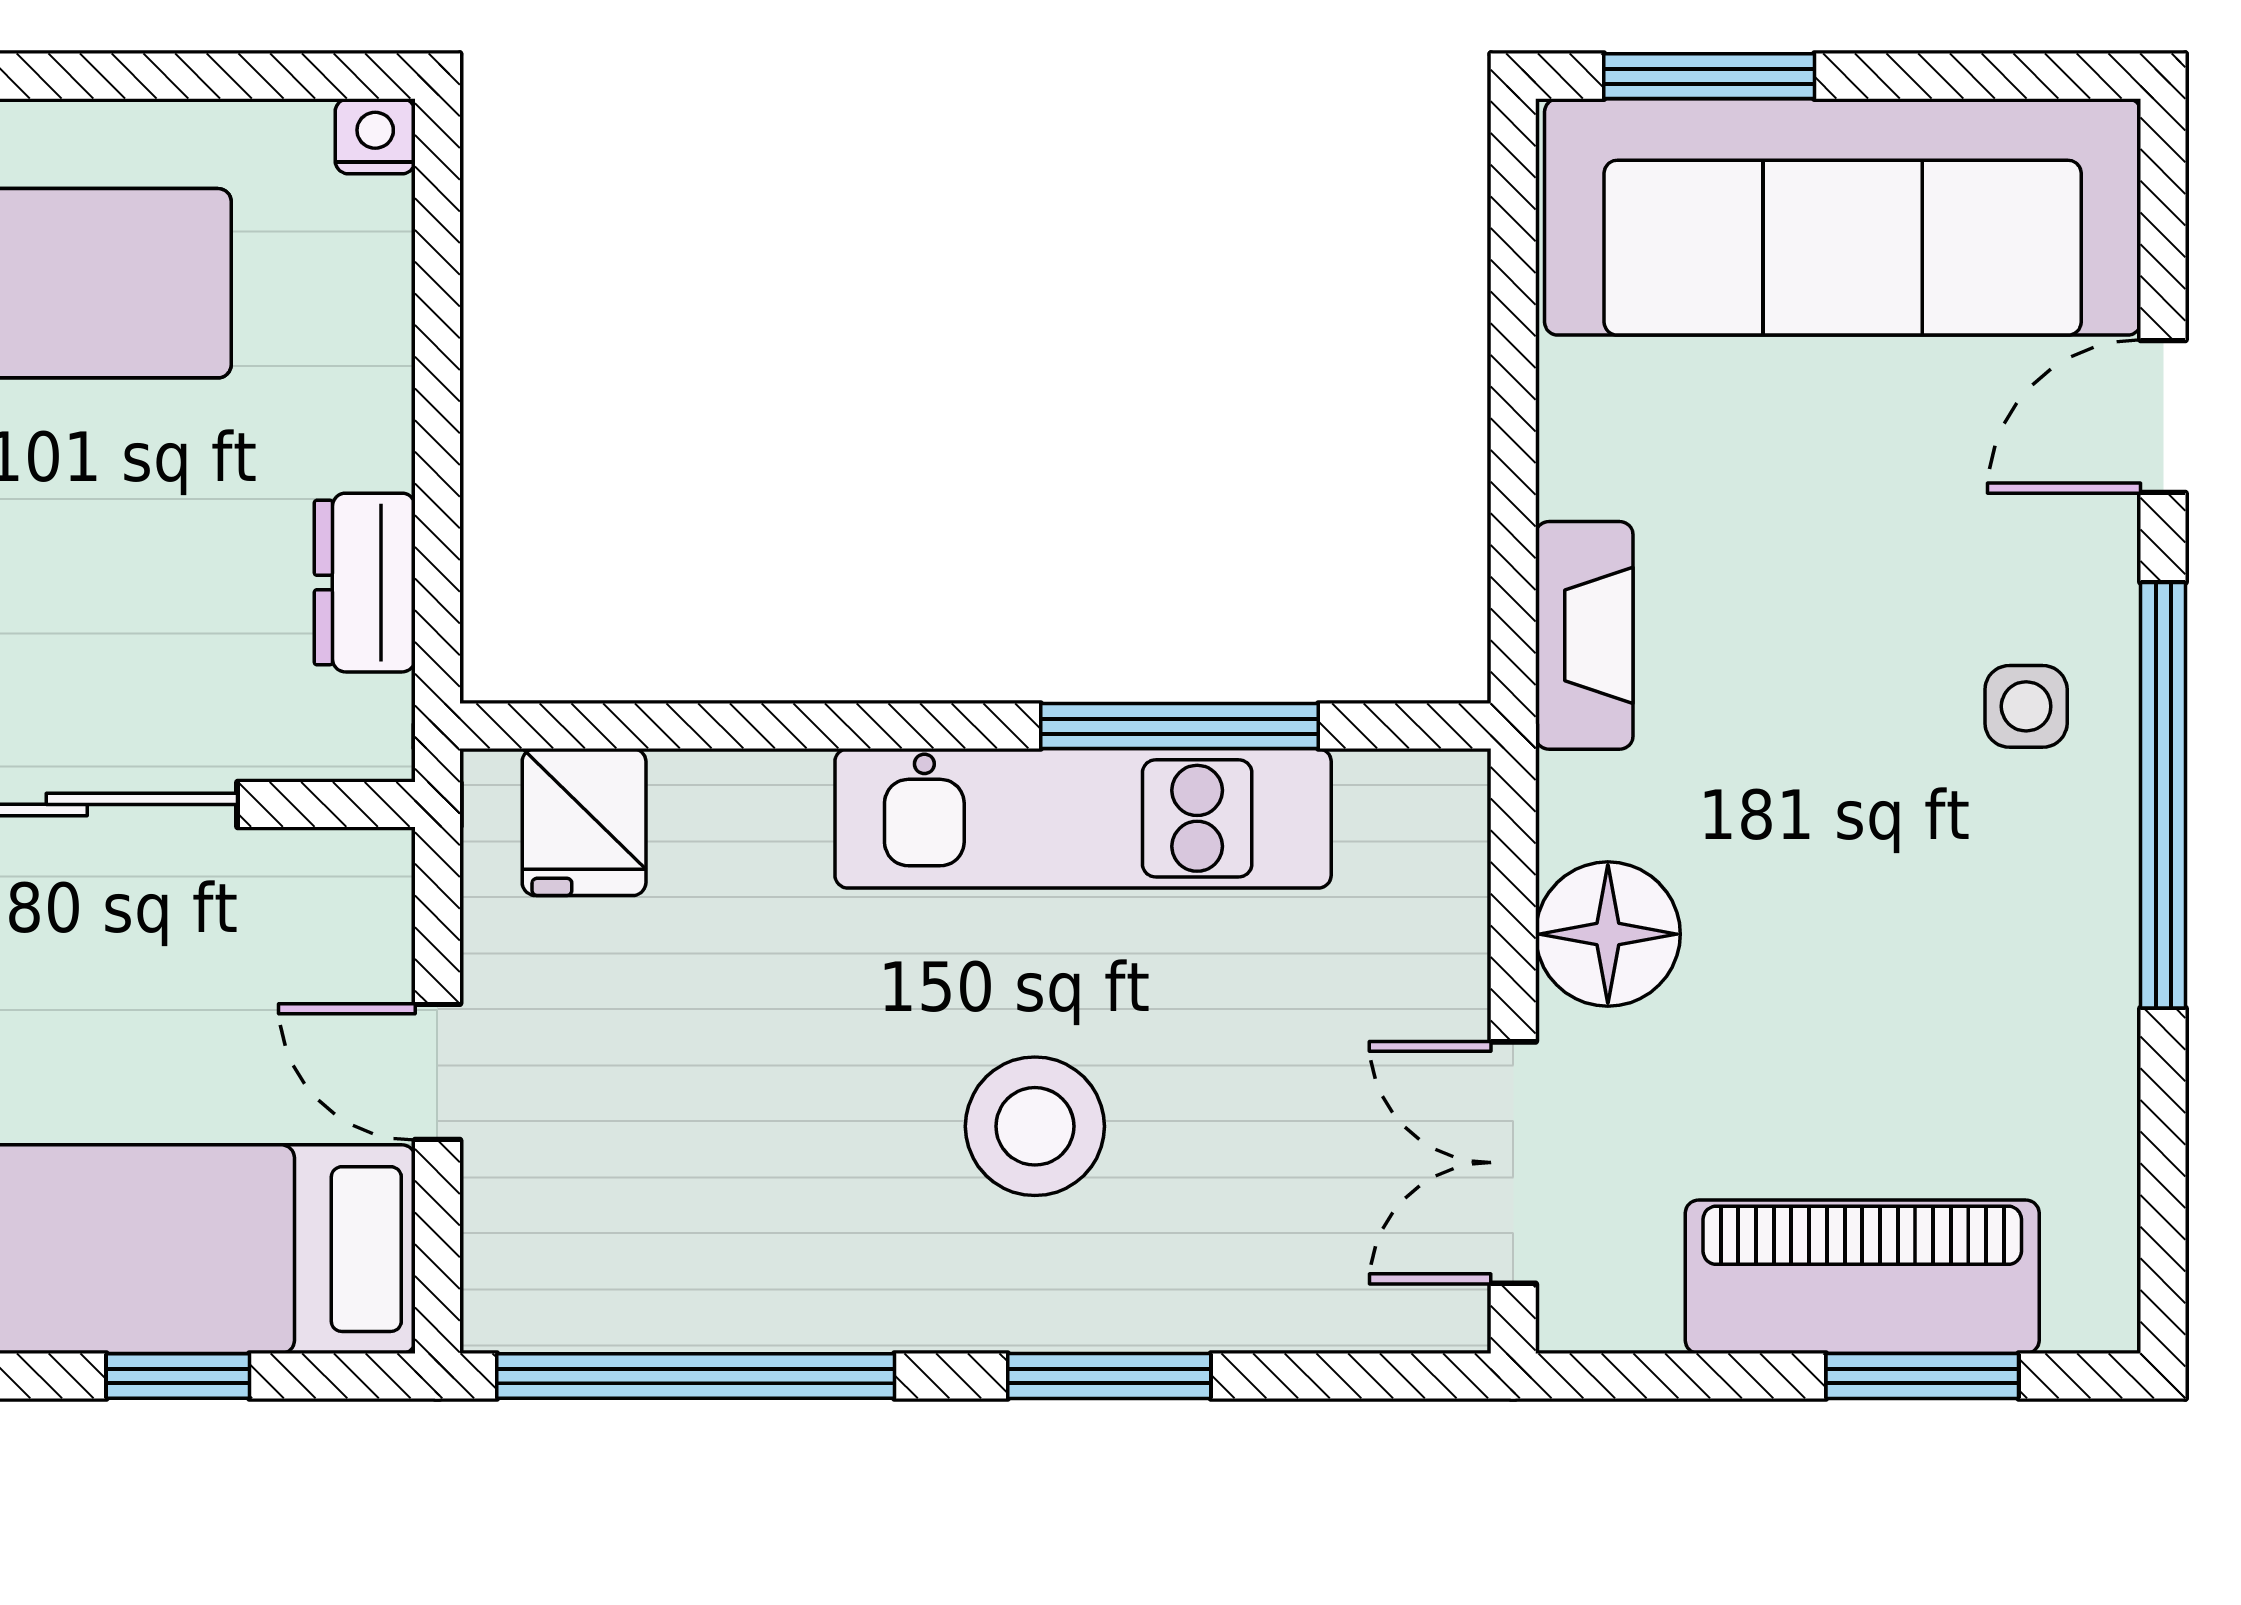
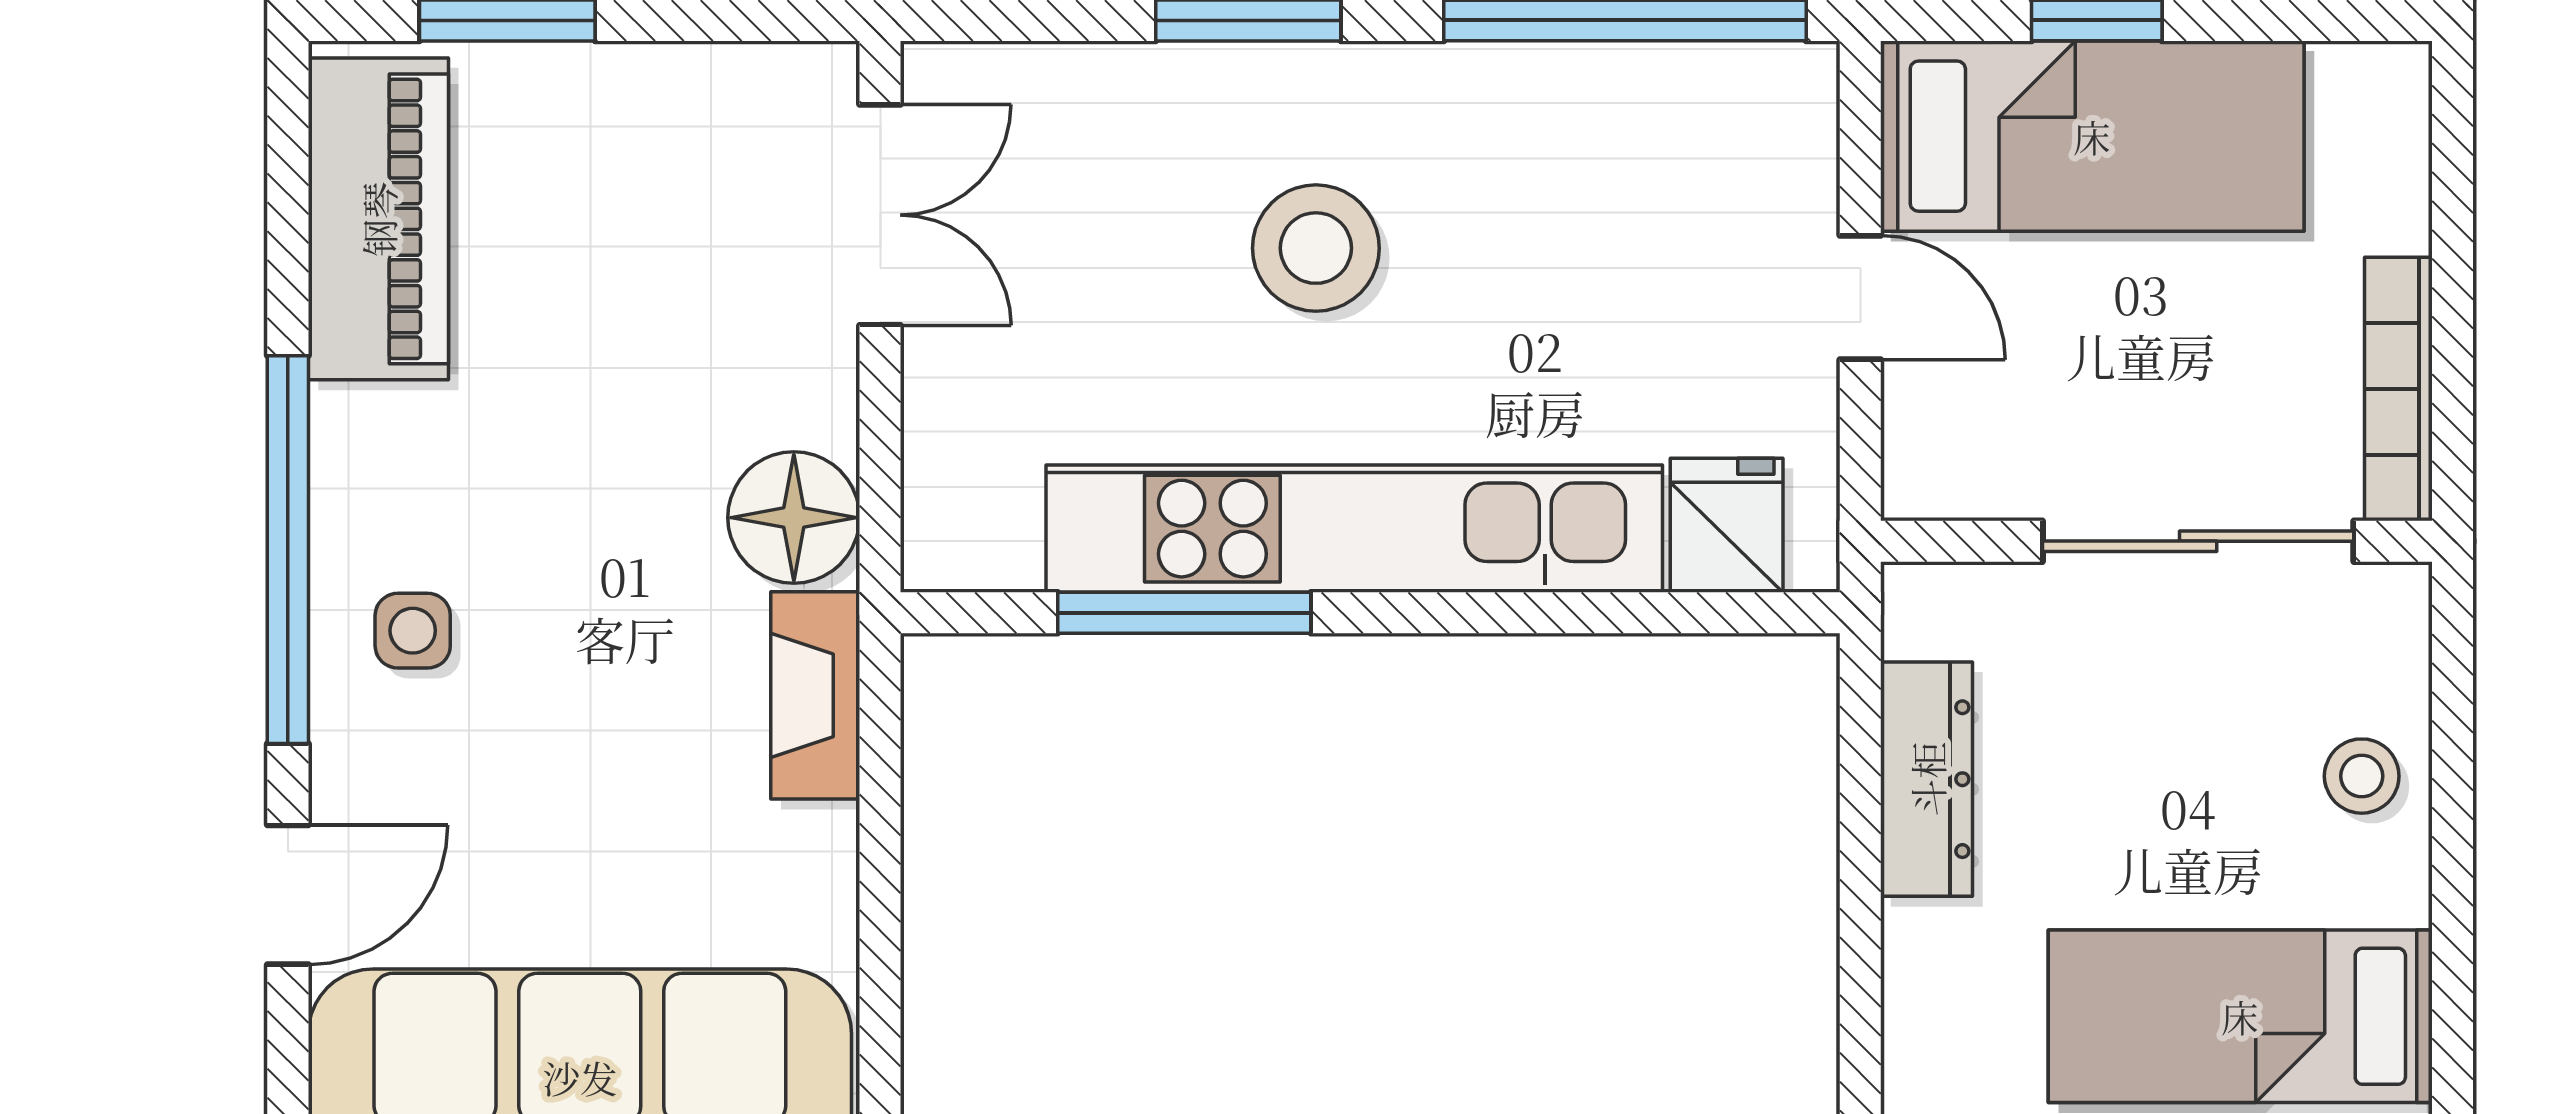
dresser: (365, 583) -> (1927, 779), width x1.44
kitchen unit: (1083, 818) -> (1354, 529), width x1.36
floor lamp: (1608, 934) -> (794, 518), moved
piano: (1862, 1277) -> (378, 219), moved, turned -90

